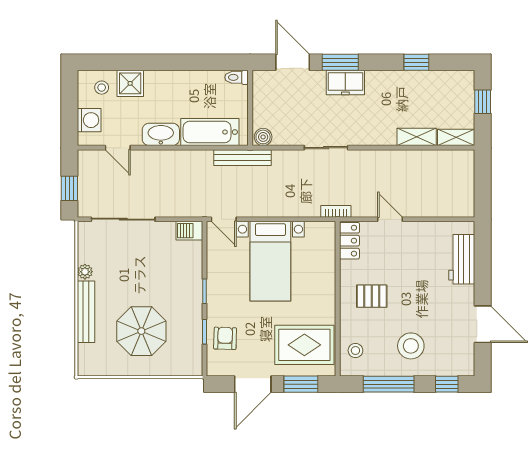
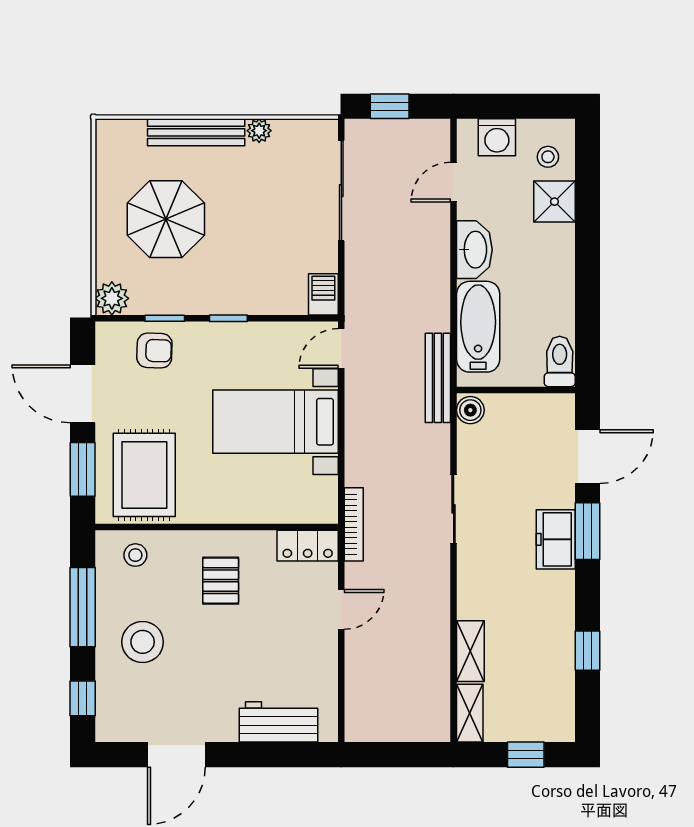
toilet: (237, 77) -> (560, 361), width x1.37, depth x1.39
bookcase: (336, 211) -> (354, 524), width x1.56
plant: (192, 366) -> (112, 298), added

